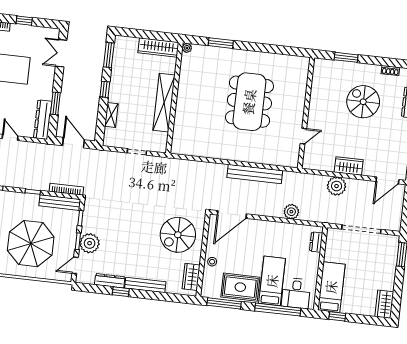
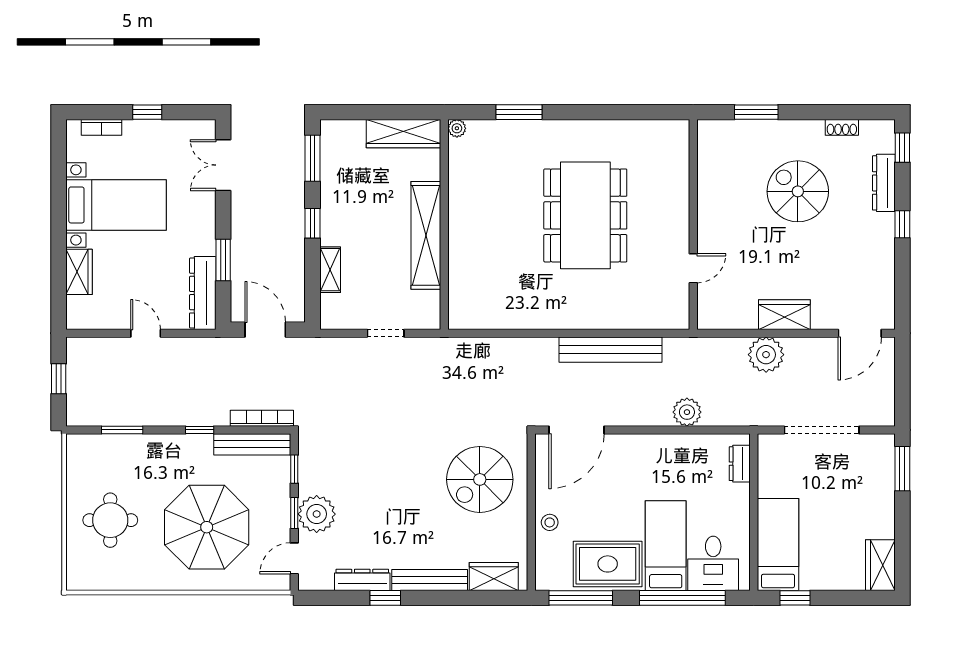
wardrobe: (191, 277) -> (494, 576), moved, turned 90

